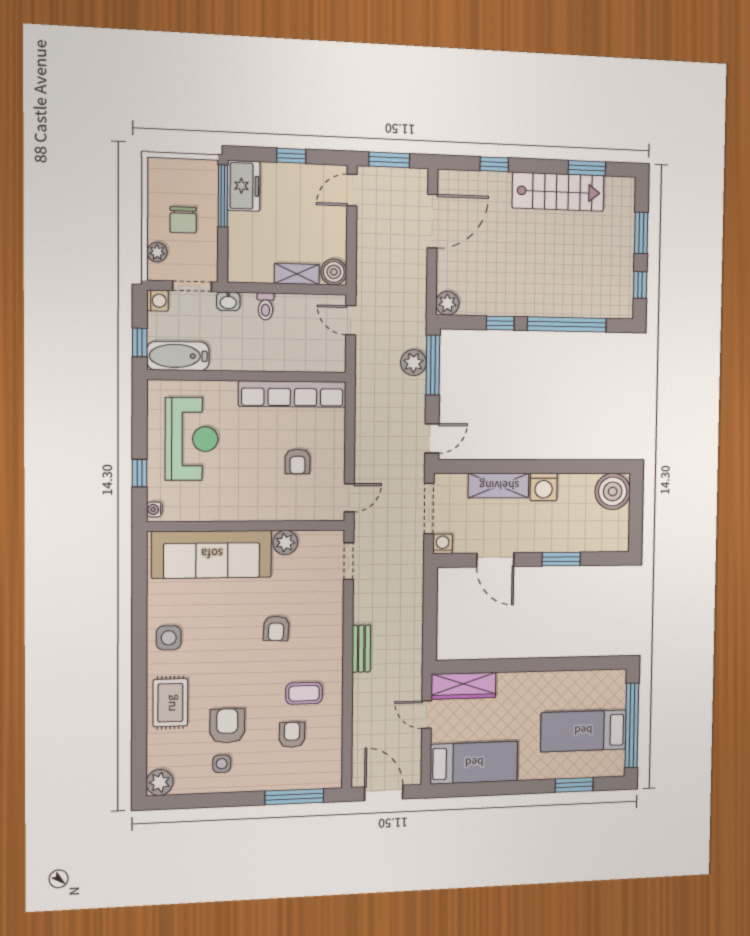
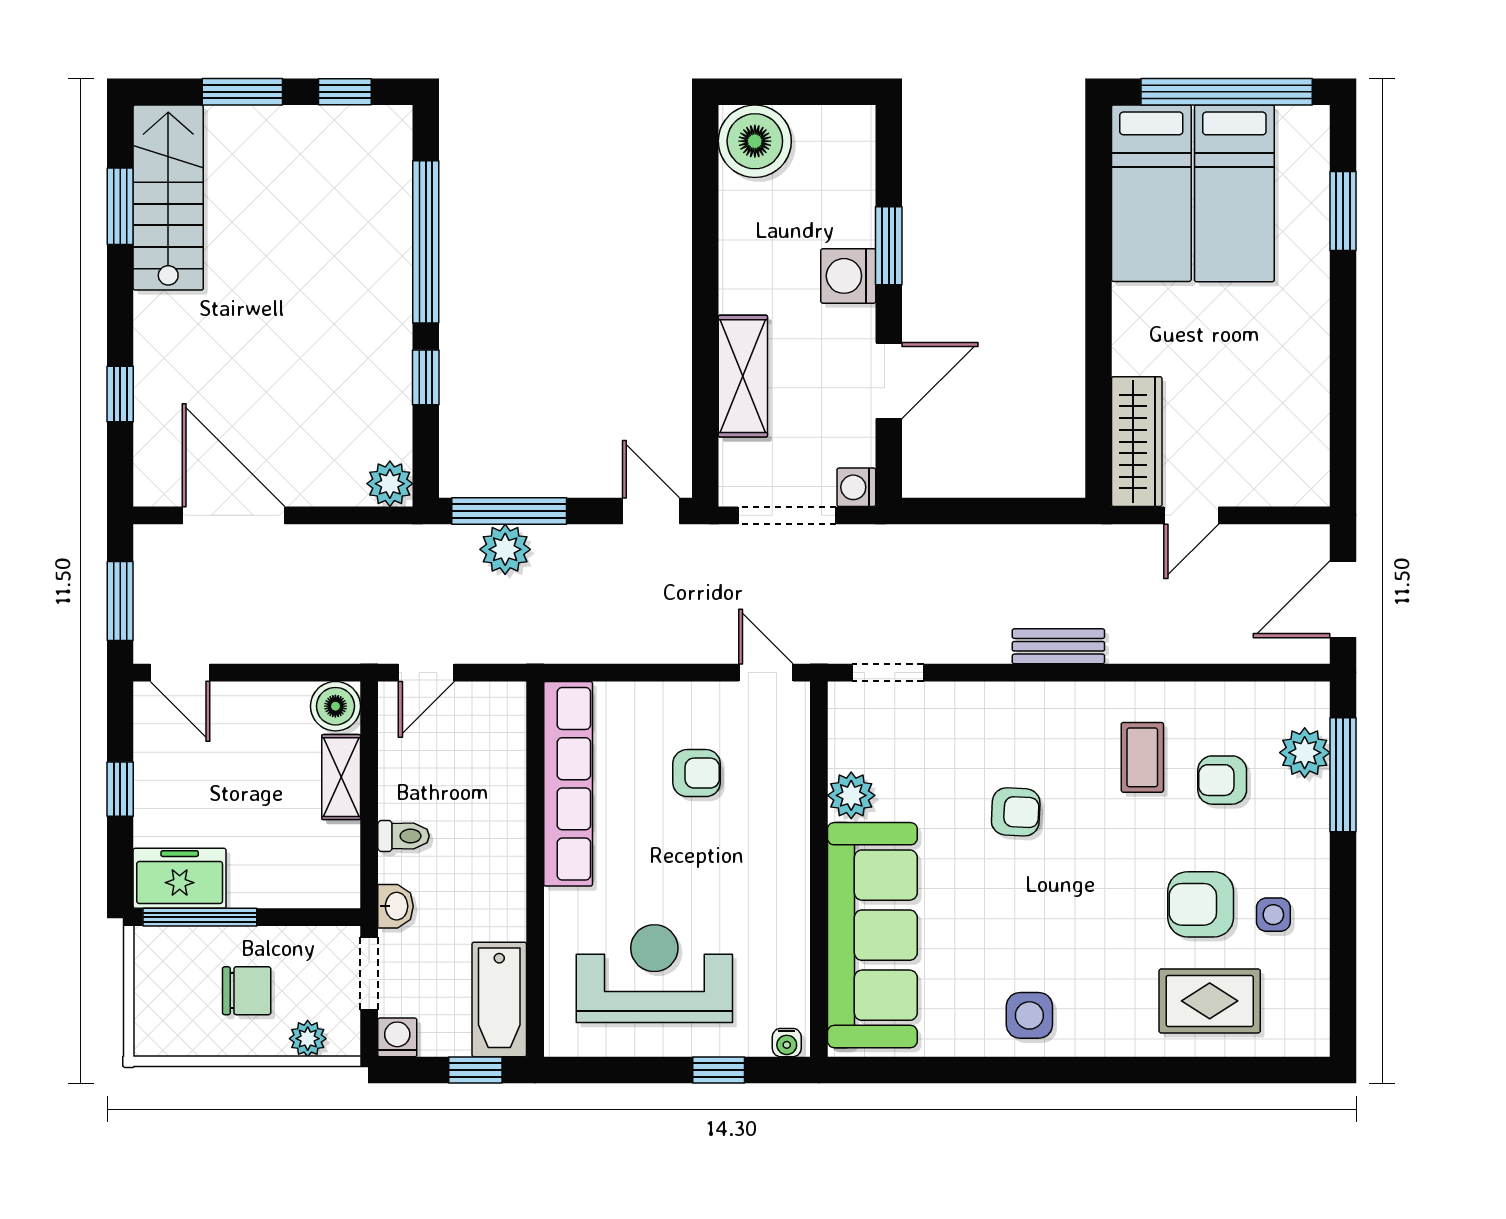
stairs: (558, 192) -> (168, 198), moved
washing machine: (544, 487) -> (848, 276), moved, turned 180
rug: (170, 703) -> (1210, 1001), moved
bed: (474, 763) -> (1151, 193), moved, turned 180
plant: (160, 782) -> (1305, 753), moved

